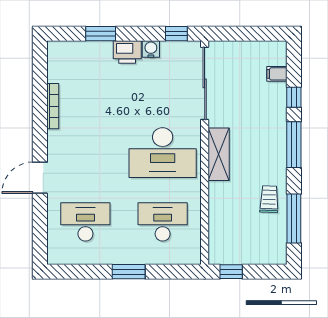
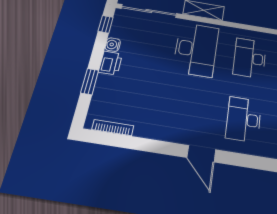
bookcase: (53, 106) -> (113, 128), moved

